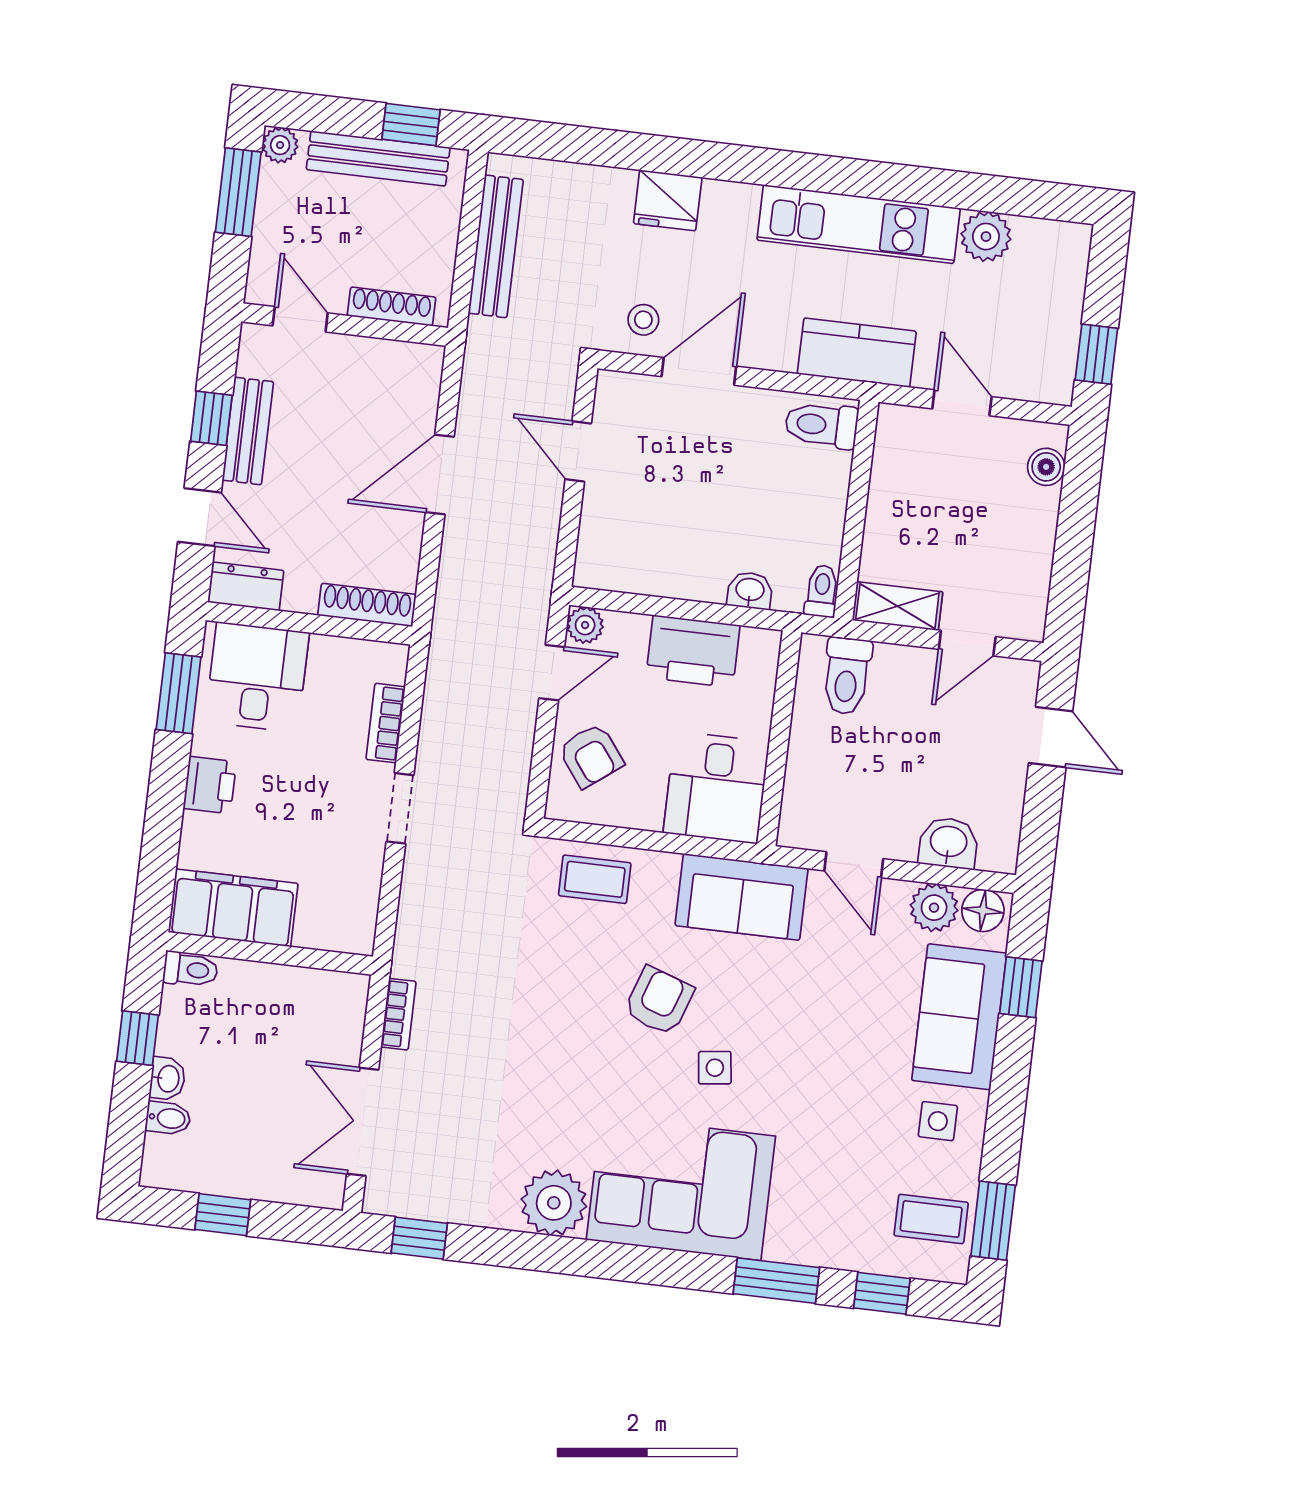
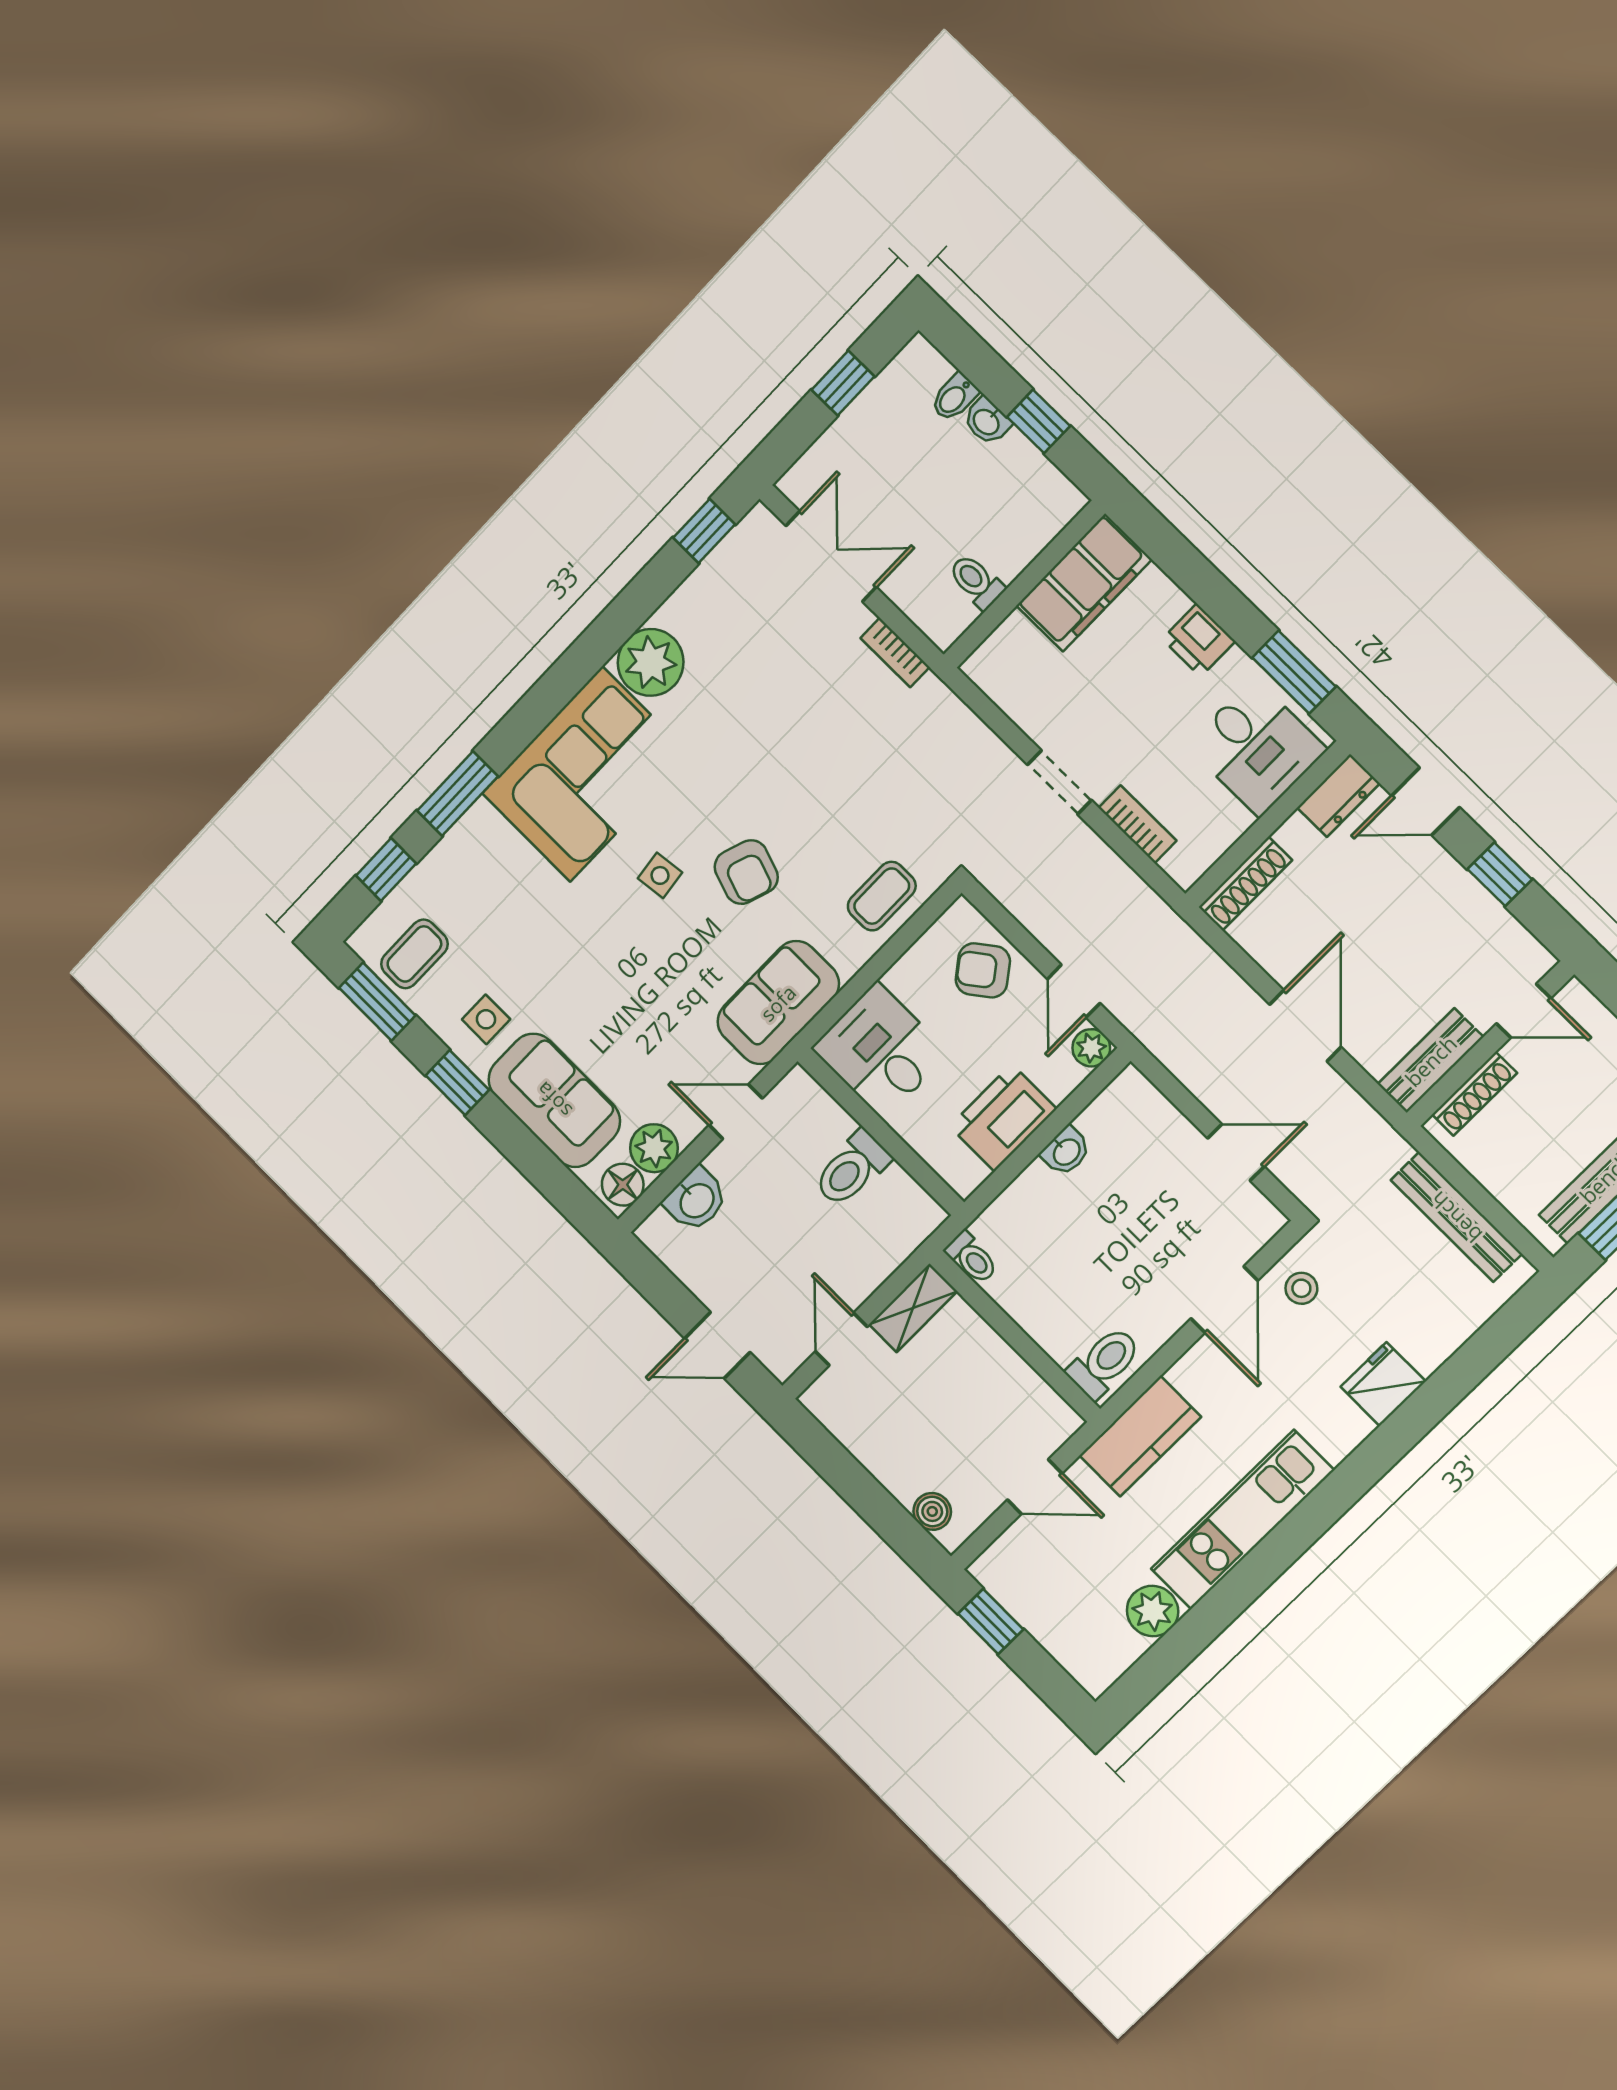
bench: (248, 431) -> (1431, 1061), moved, turned 90
washbasin: (750, 590) -> (1066, 1151), moved
toilet: (847, 676) -> (852, 1169), moved, turned -90
toilet: (191, 969) -> (976, 581), moved, turned 90
window: (1021, 987) -> (457, 1083), moved

